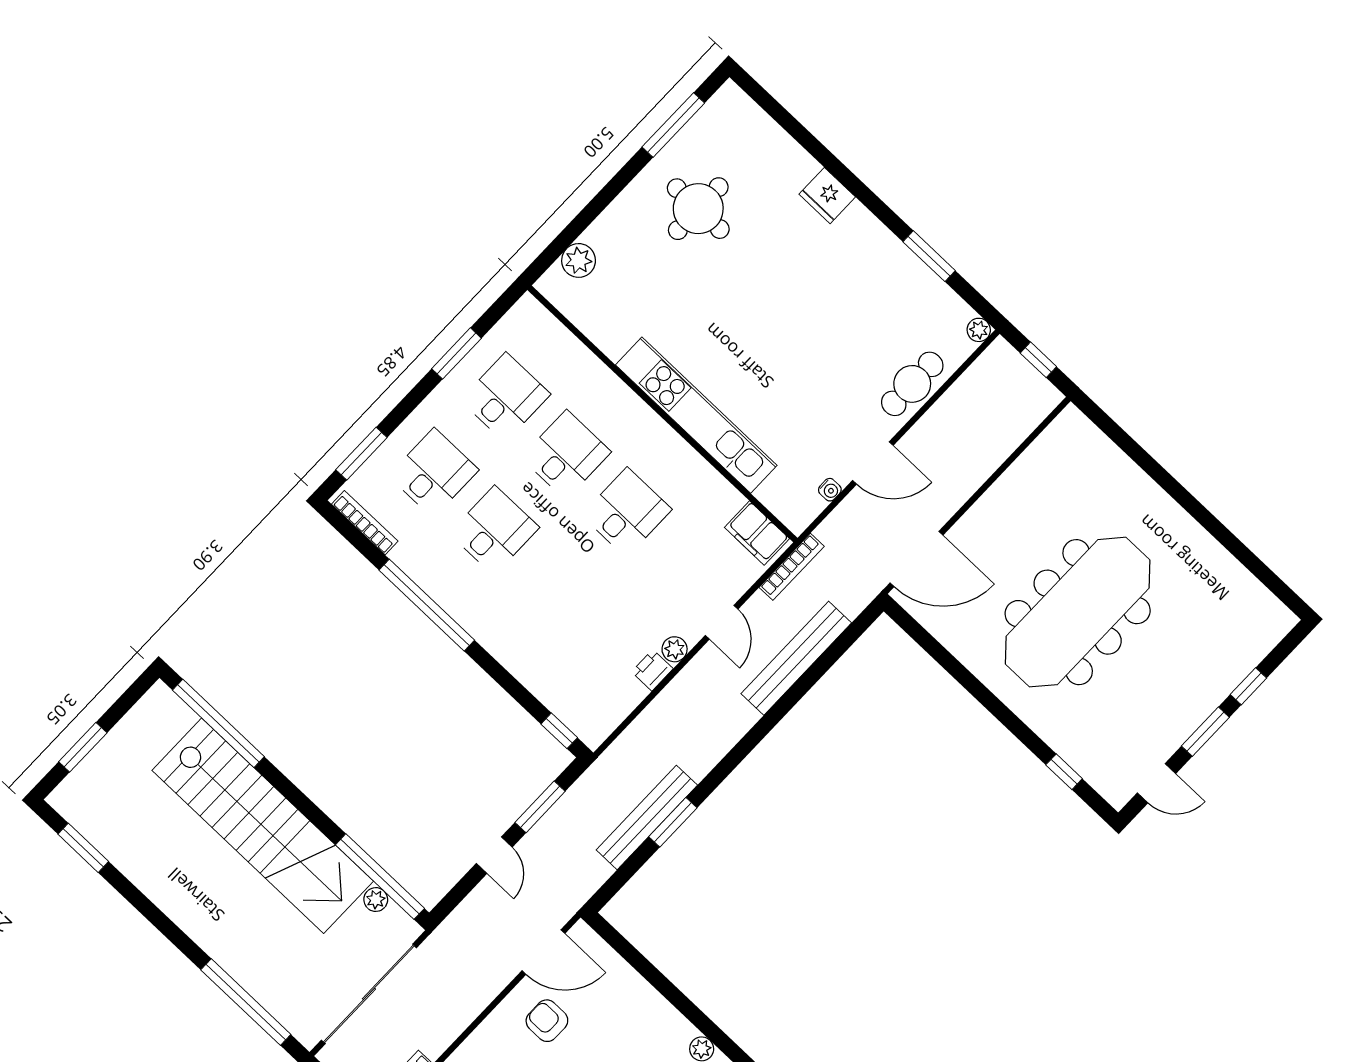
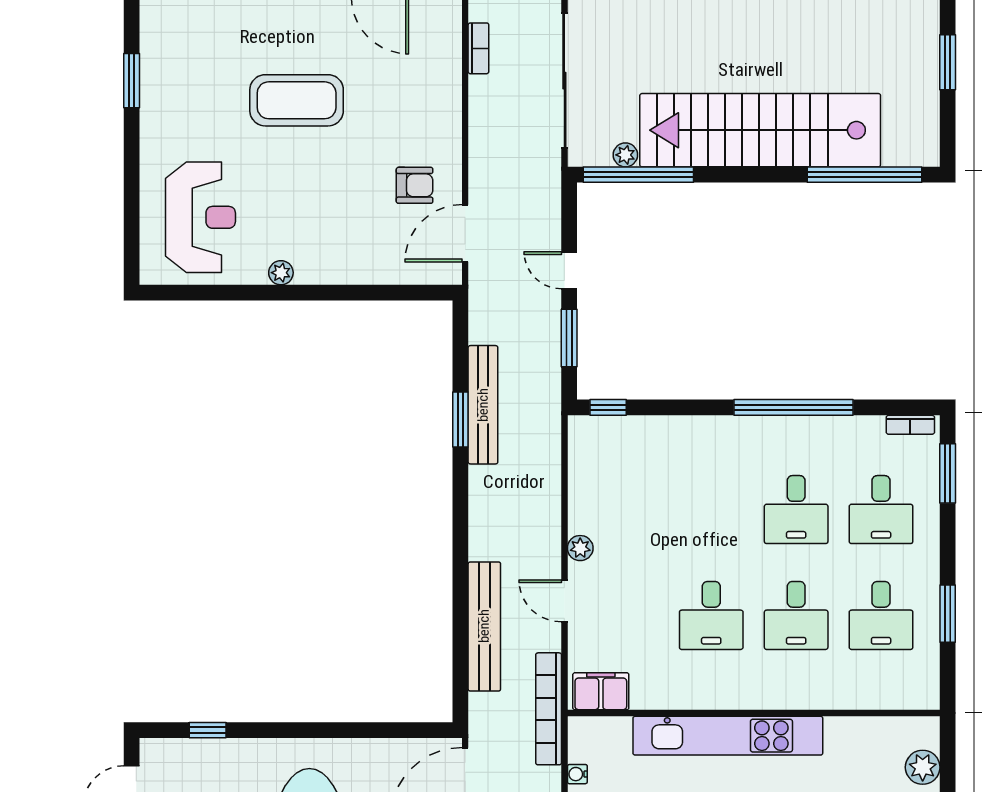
bookcase: (365, 523) -> (910, 425), width x0.64
bookcase: (792, 567) -> (549, 709), width x1.48, depth x1.31
printer: (652, 670) -> (582, 517), removed

